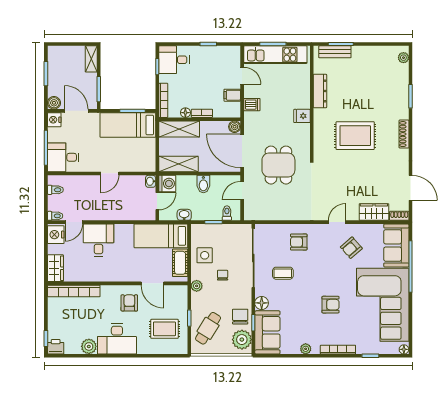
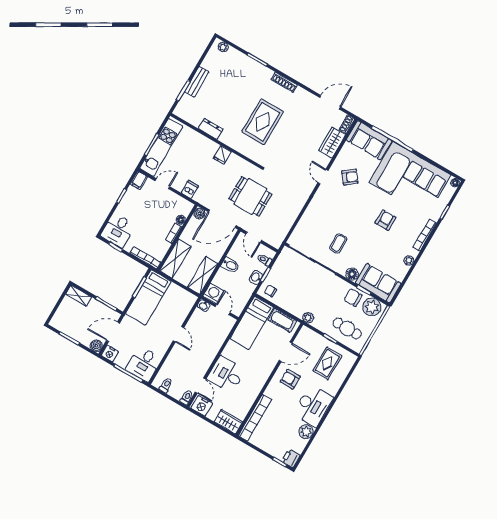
bench: (335, 52) -> (197, 82), moved
dresser: (320, 91) -> (211, 129), width x0.70
filing cabinet: (232, 95) -> (139, 180), moved
floor lamp: (185, 113) -> (181, 220), moved
washbasin: (184, 215) -> (256, 277), moved
armchair: (299, 242) -> (321, 216), removed
armchair: (351, 248) -> (350, 177), turned -87
side table: (205, 255) -> (288, 297), removed
chair: (223, 275) -> (270, 291), moved
cafe table: (208, 328) -> (347, 328), turned -32

